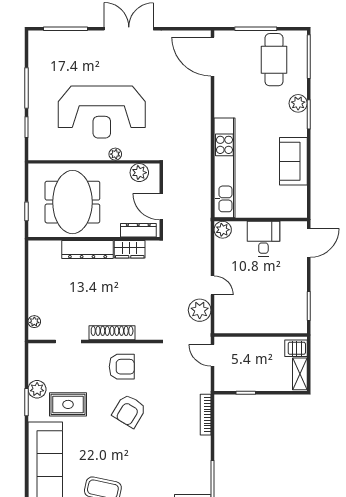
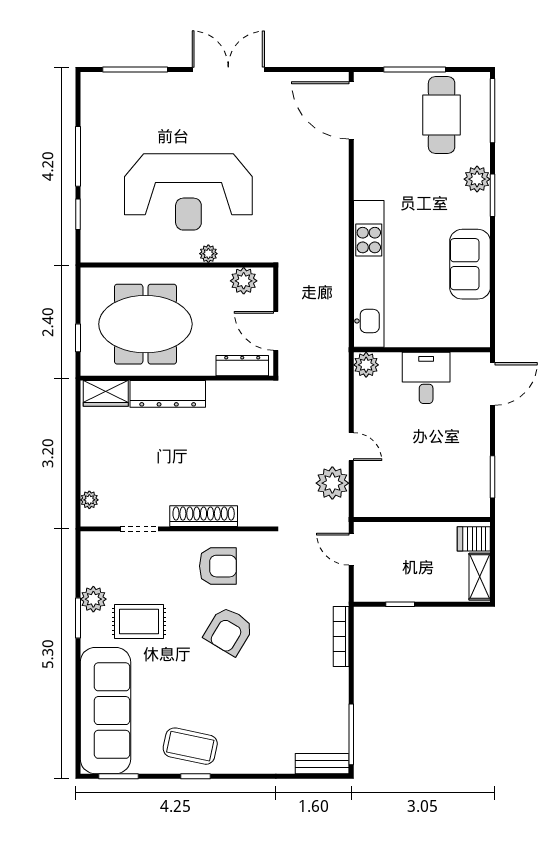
meeting table: (72, 202) -> (145, 324), turned 90
wardrobe: (130, 249) -> (106, 393), moved

